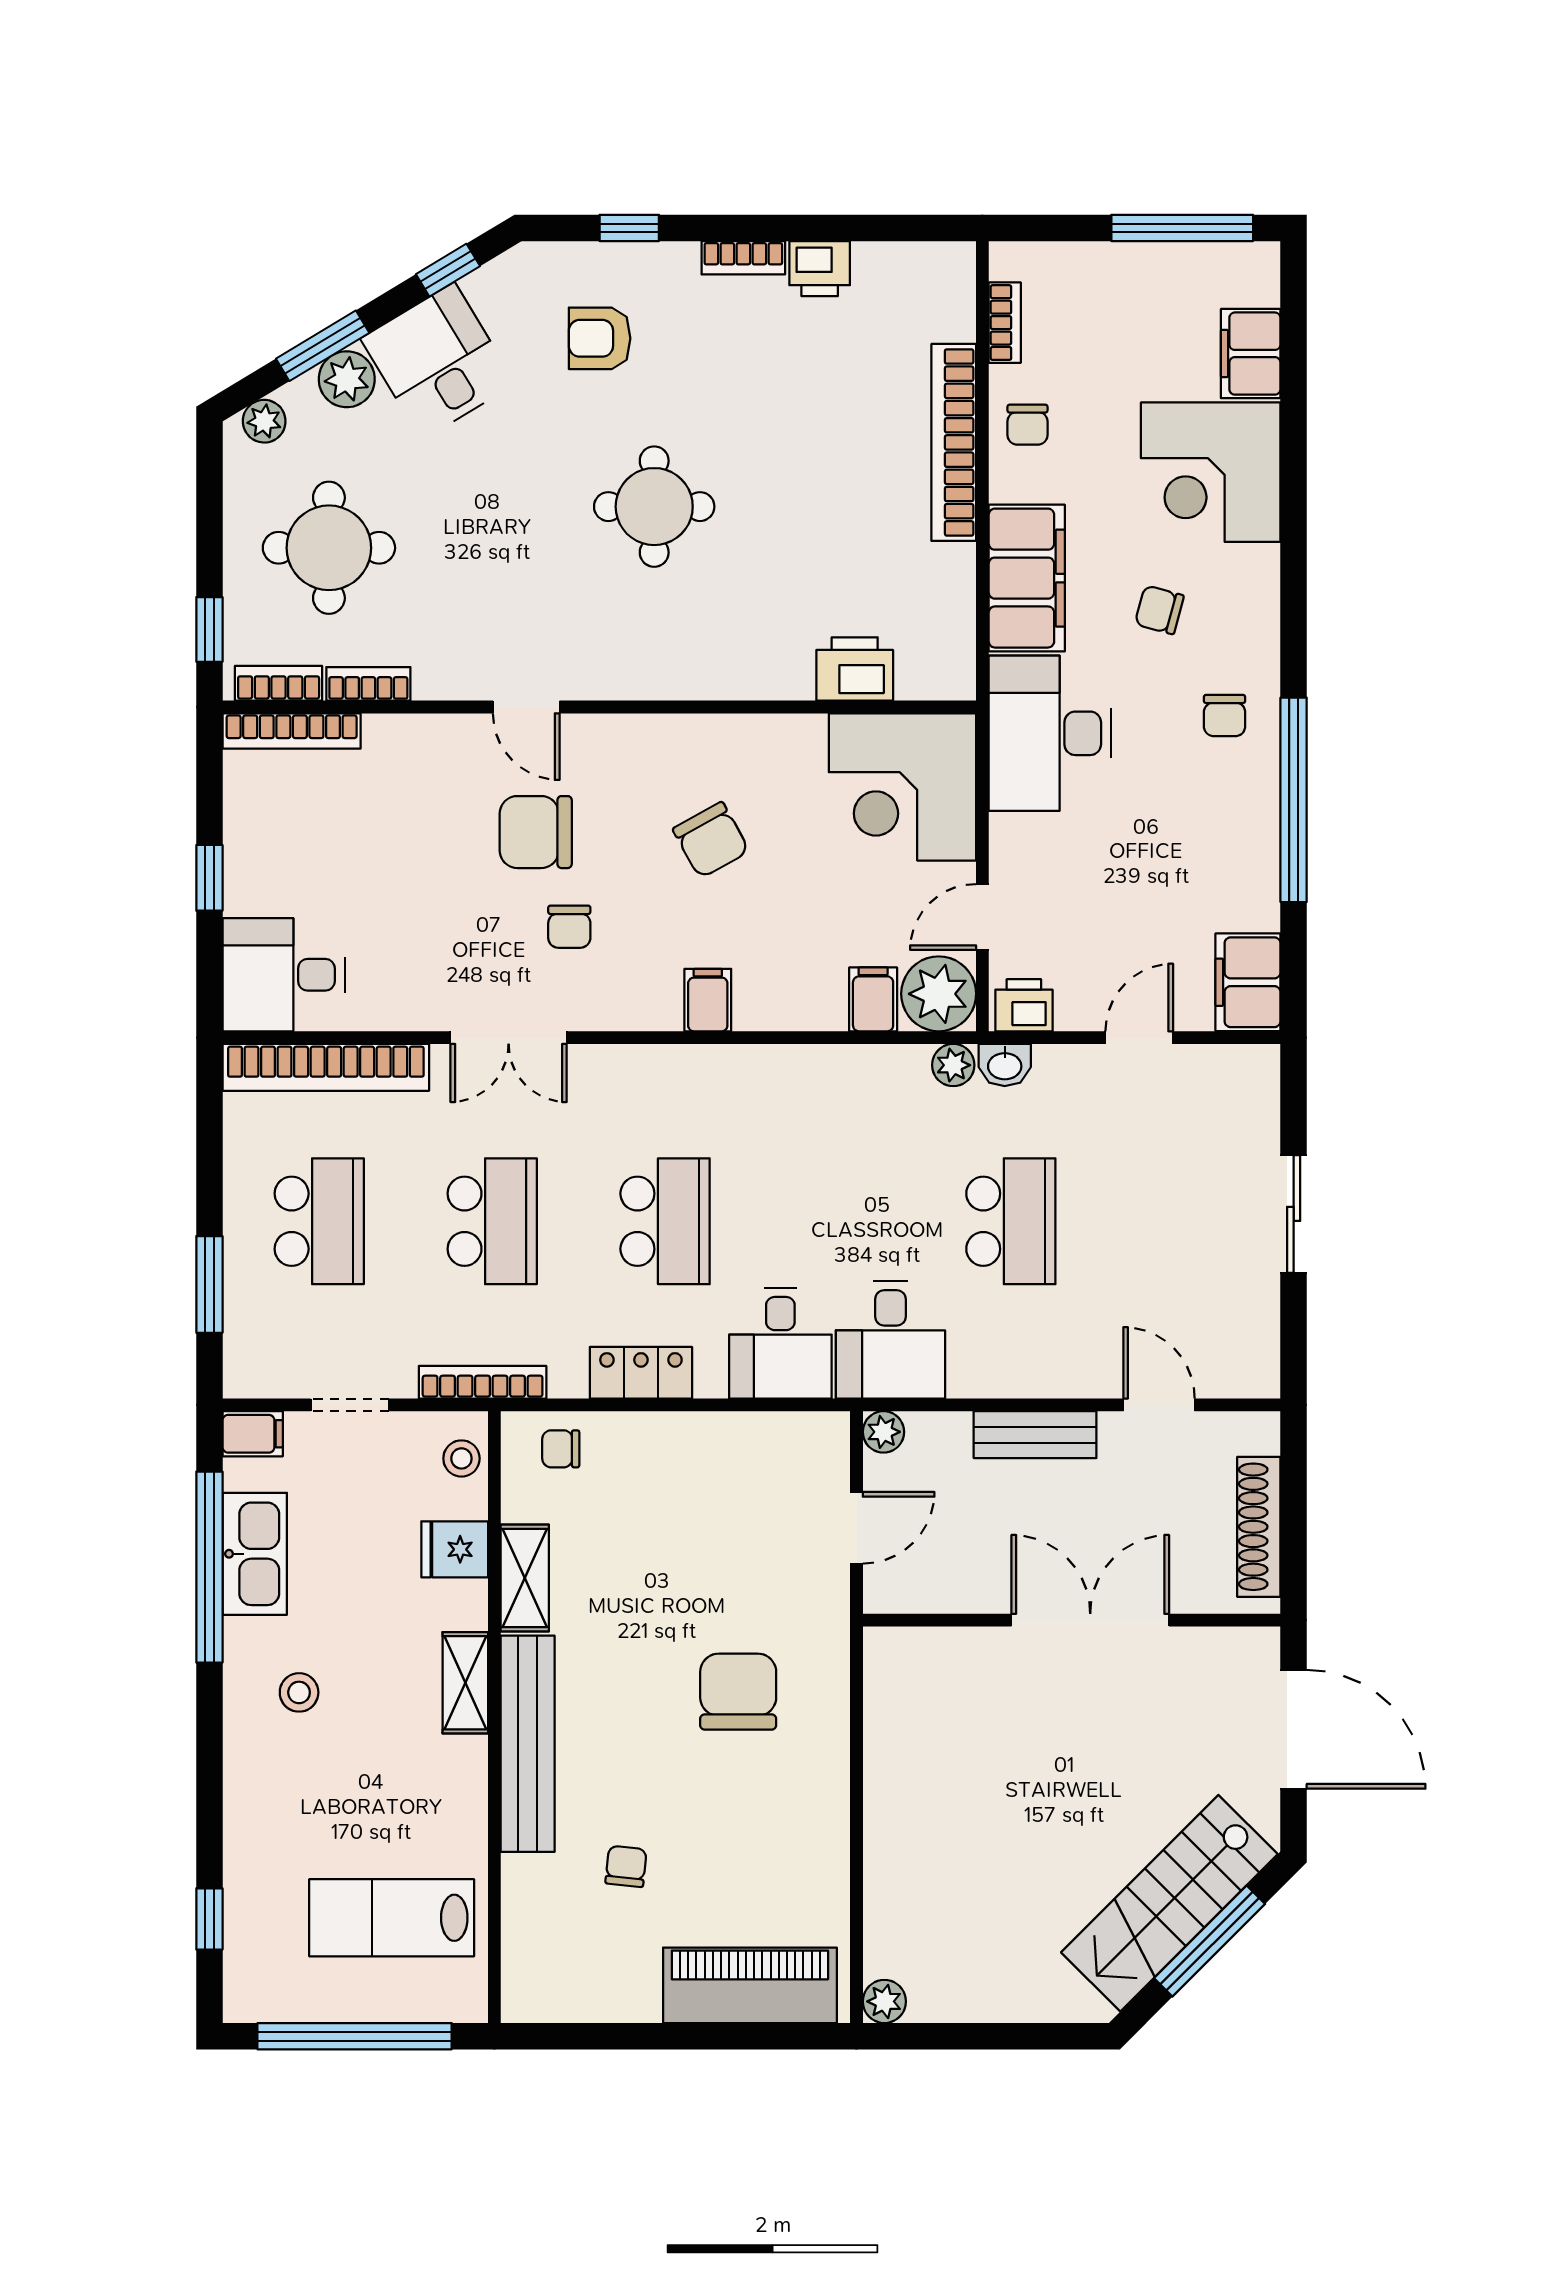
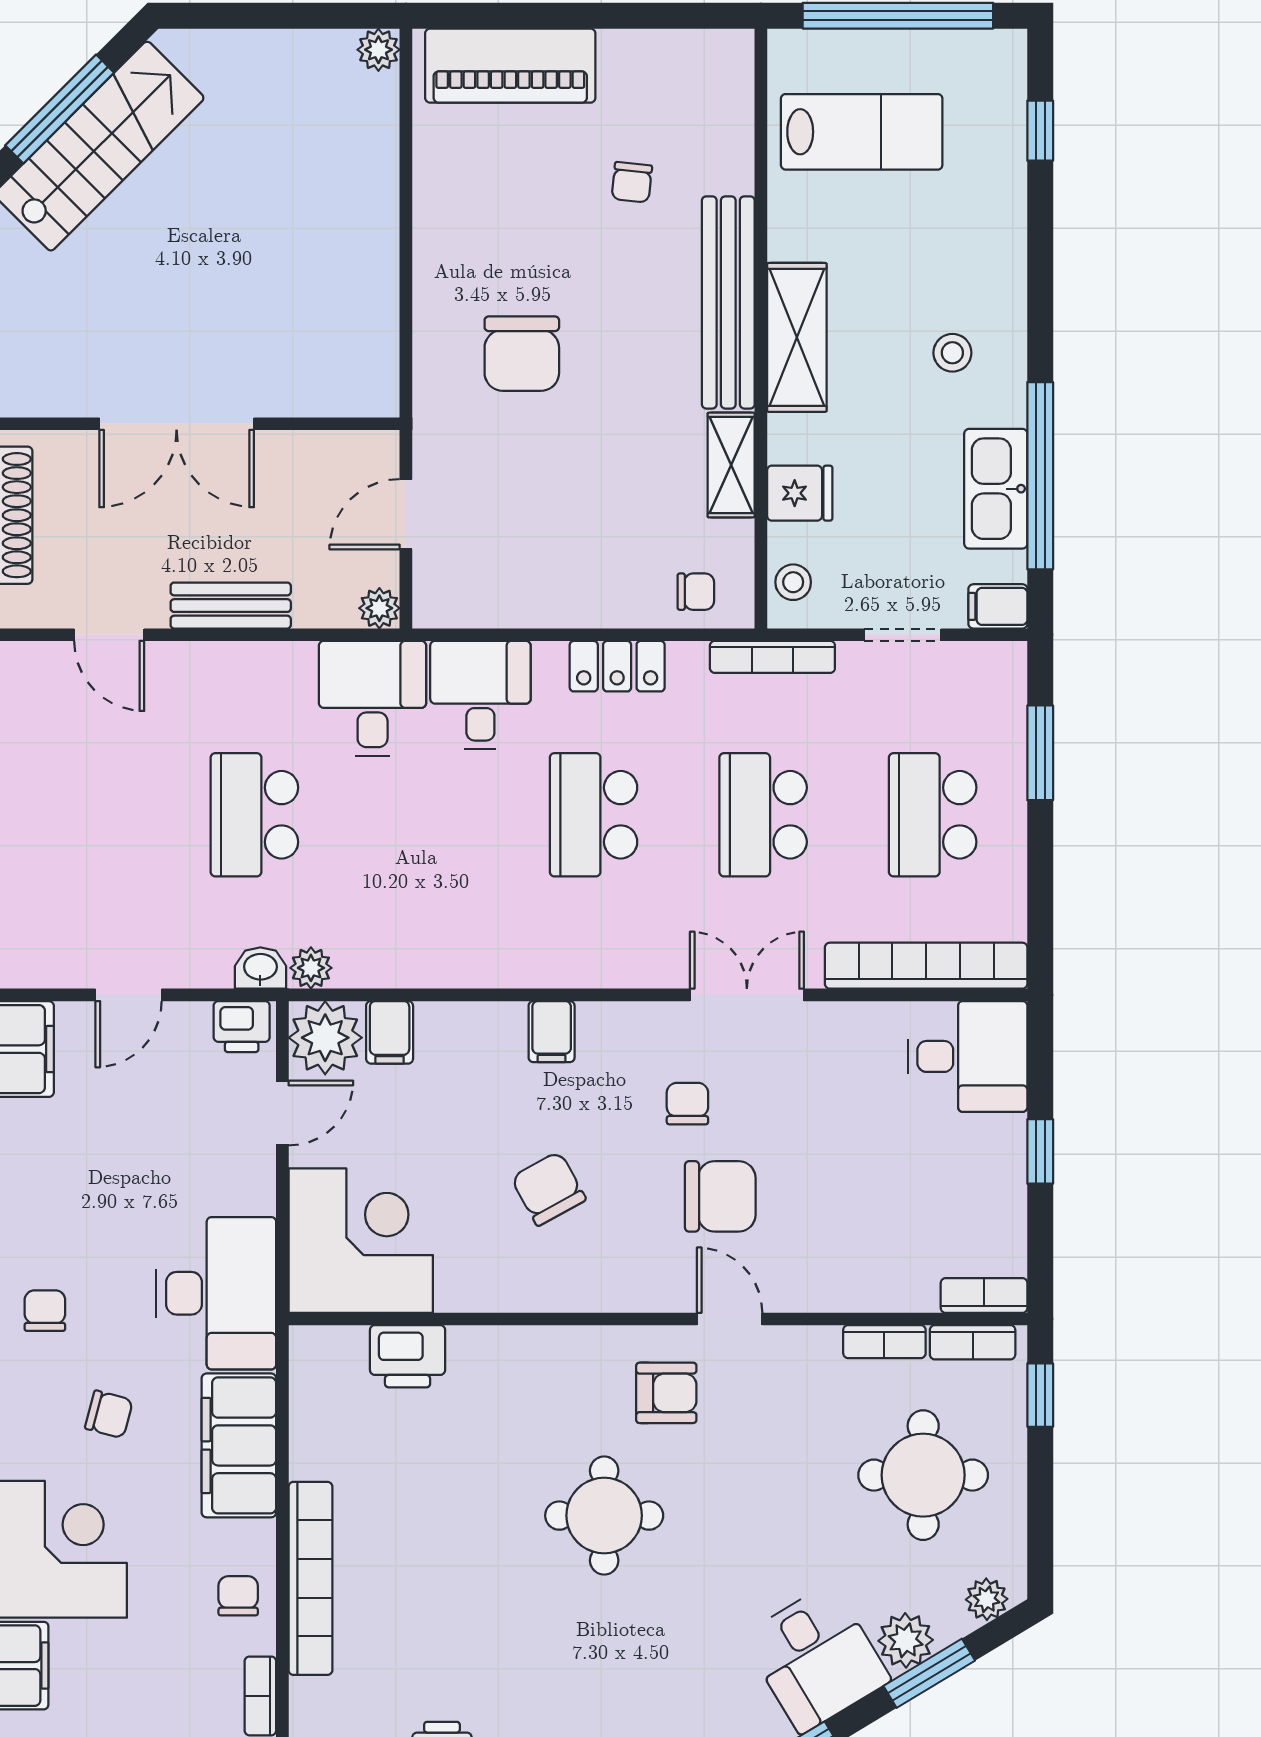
armchair: (600, 338) -> (666, 1393), moved
bookcase: (292, 731) -> (984, 1295), width x0.64
shelving: (465, 1683) -> (797, 337), width x1.50, depth x1.33

